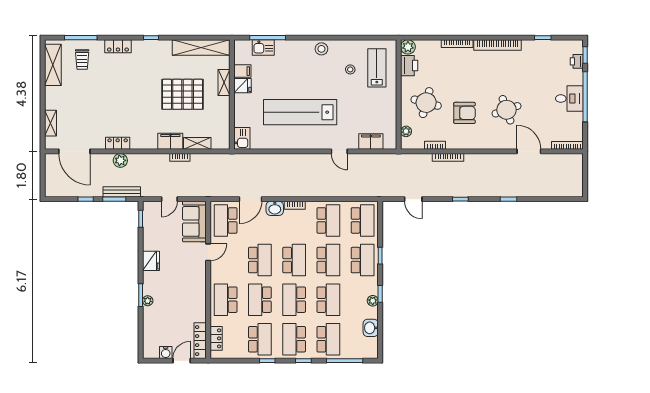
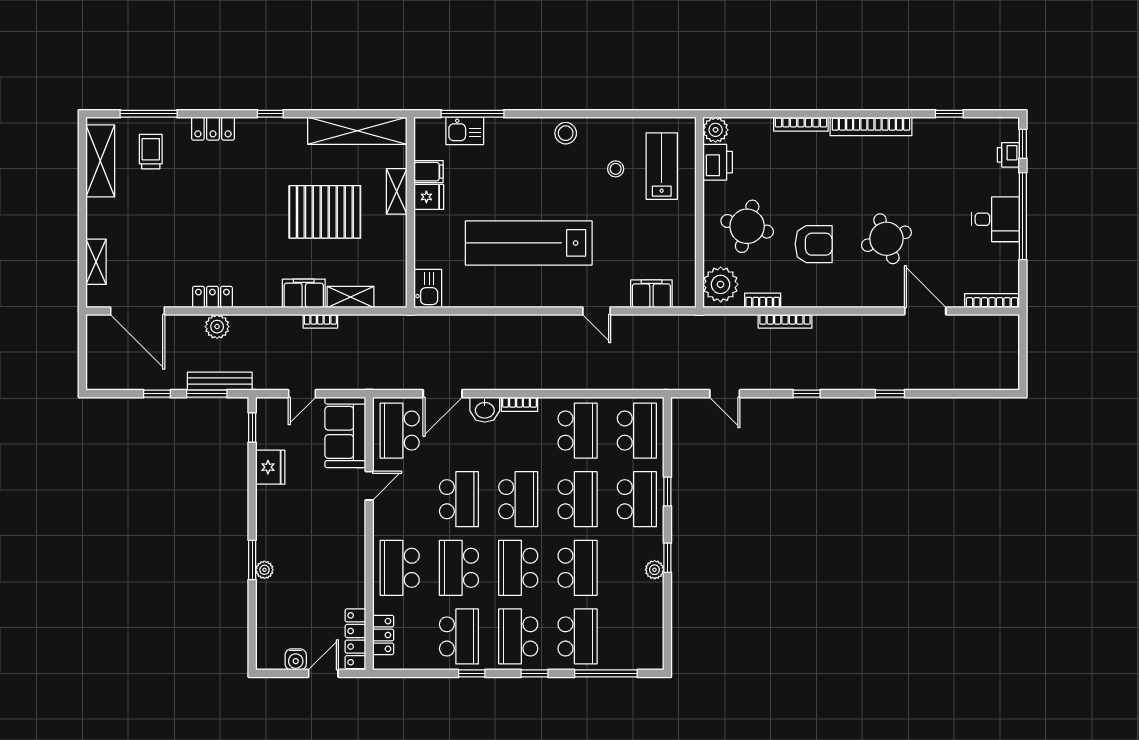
trolley: (82, 60) -> (151, 152), turned 180
plant: (406, 131) -> (721, 284), width x1.88, depth x1.88
fridge: (151, 261) -> (270, 467), moved
washbasin: (371, 328) -> (651, 617), removed

